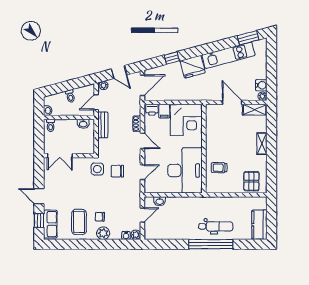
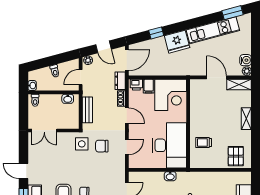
dresser: (136, 106) -> (120, 81), added
bench: (103, 125) -> (87, 110), moved
washbasin: (160, 201) -> (170, 176), moved

